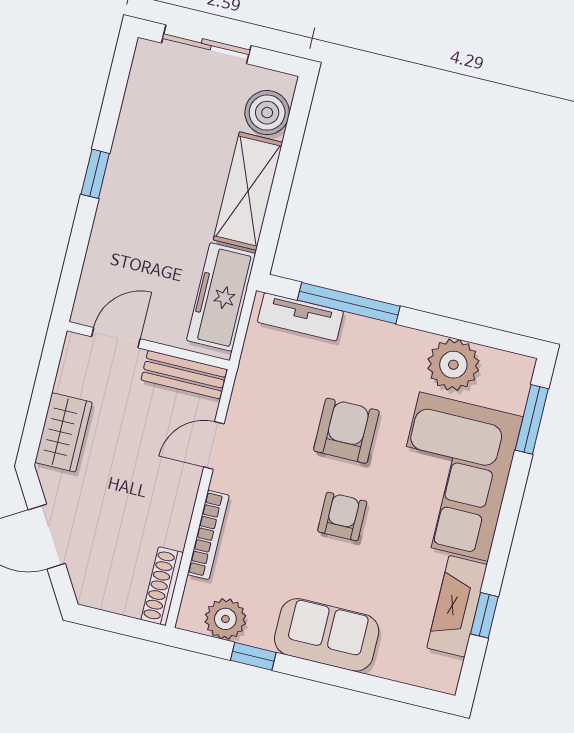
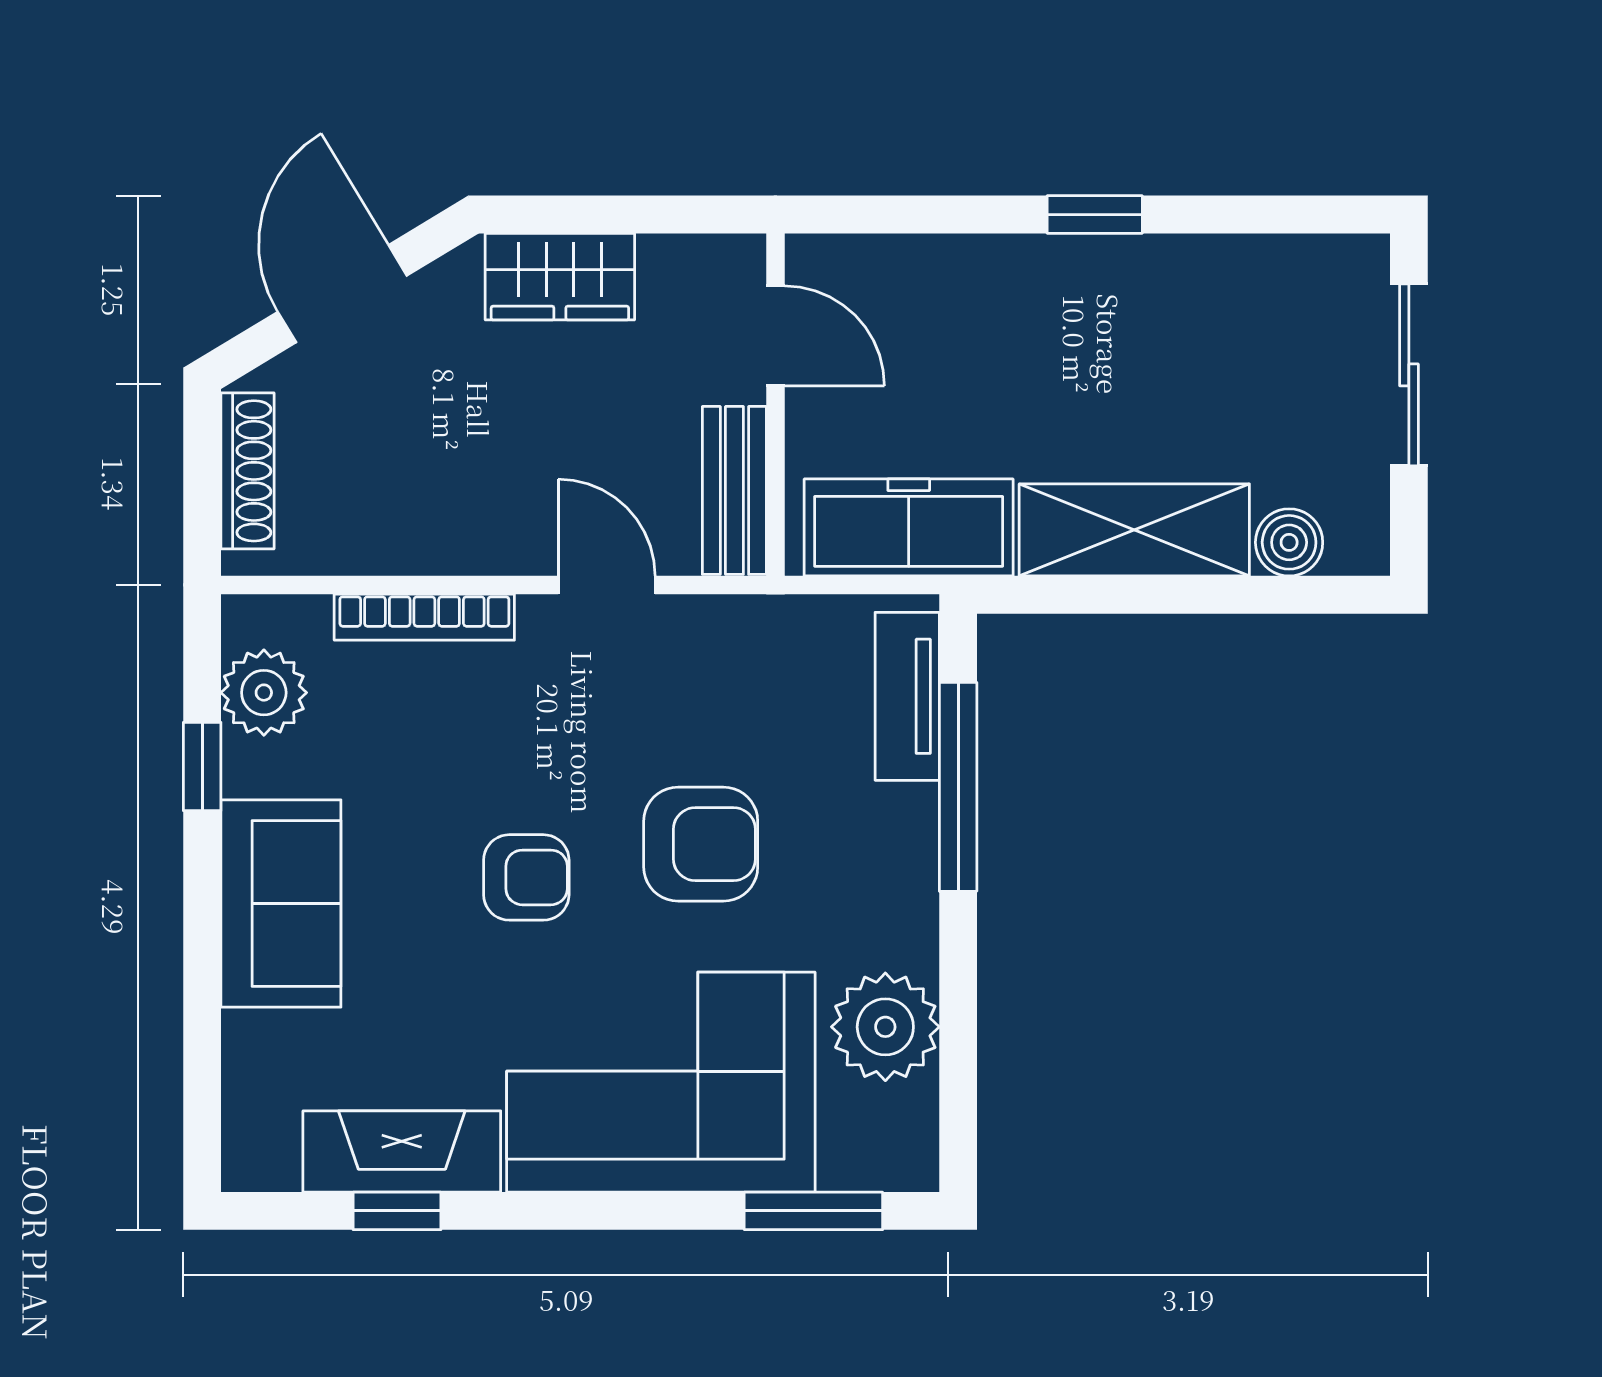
boiler: (267, 113) -> (1289, 542), width x0.73, depth x0.73
shoe rack: (162, 586) -> (247, 471), moved, turned 90

